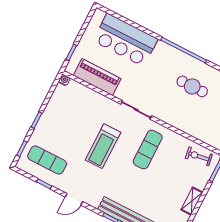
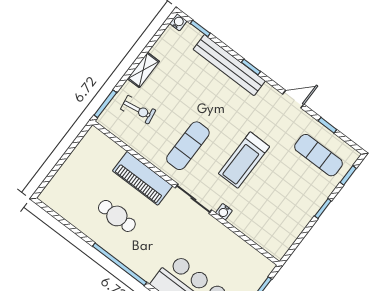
piano: (97, 77) -> (143, 178), moved
water cooler: (64, 80) -> (224, 212), moved
treadmill: (103, 146) -> (244, 160), turned 180
exercise bike: (199, 156) -> (138, 110), moved

